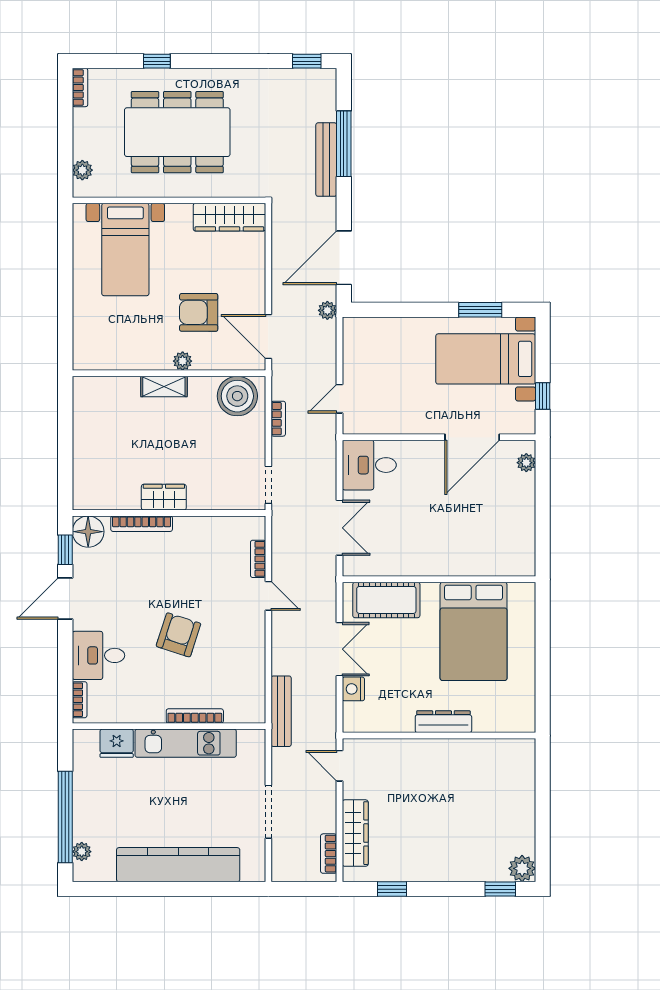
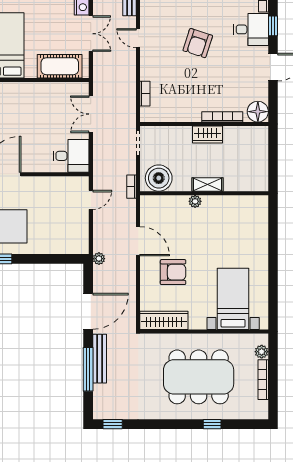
bookcase: (80, 88) -> (263, 380), moved, width x1.56
door: (344, 258) -> (88, 311), moved
armchair: (199, 312) -> (173, 272), moved
plant: (183, 361) -> (195, 201), moved
wall: (169, 373) -> (204, 193), moved
shelving: (164, 386) -> (207, 184), moved
boiler: (237, 396) -> (159, 178), moved
window: (65, 550) -> (273, 26), moved
door: (268, 596) -> (138, 38), moved
double door: (339, 649) -> (91, 34), swing flipped

